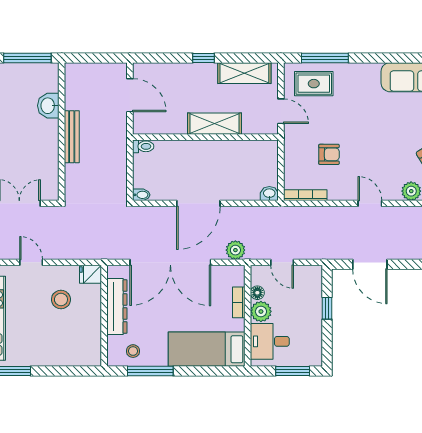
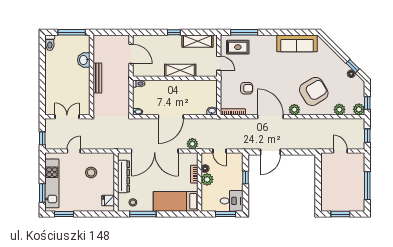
door: (370, 203) -> (270, 117), width x1.87
door: (31, 262) -> (74, 151), hinge flipped
door: (370, 264) -> (270, 152), hinge flipped
fridge: (90, 274) -> (108, 200), moved
desk: (270, 341) -> (232, 201), moved, turned 180

